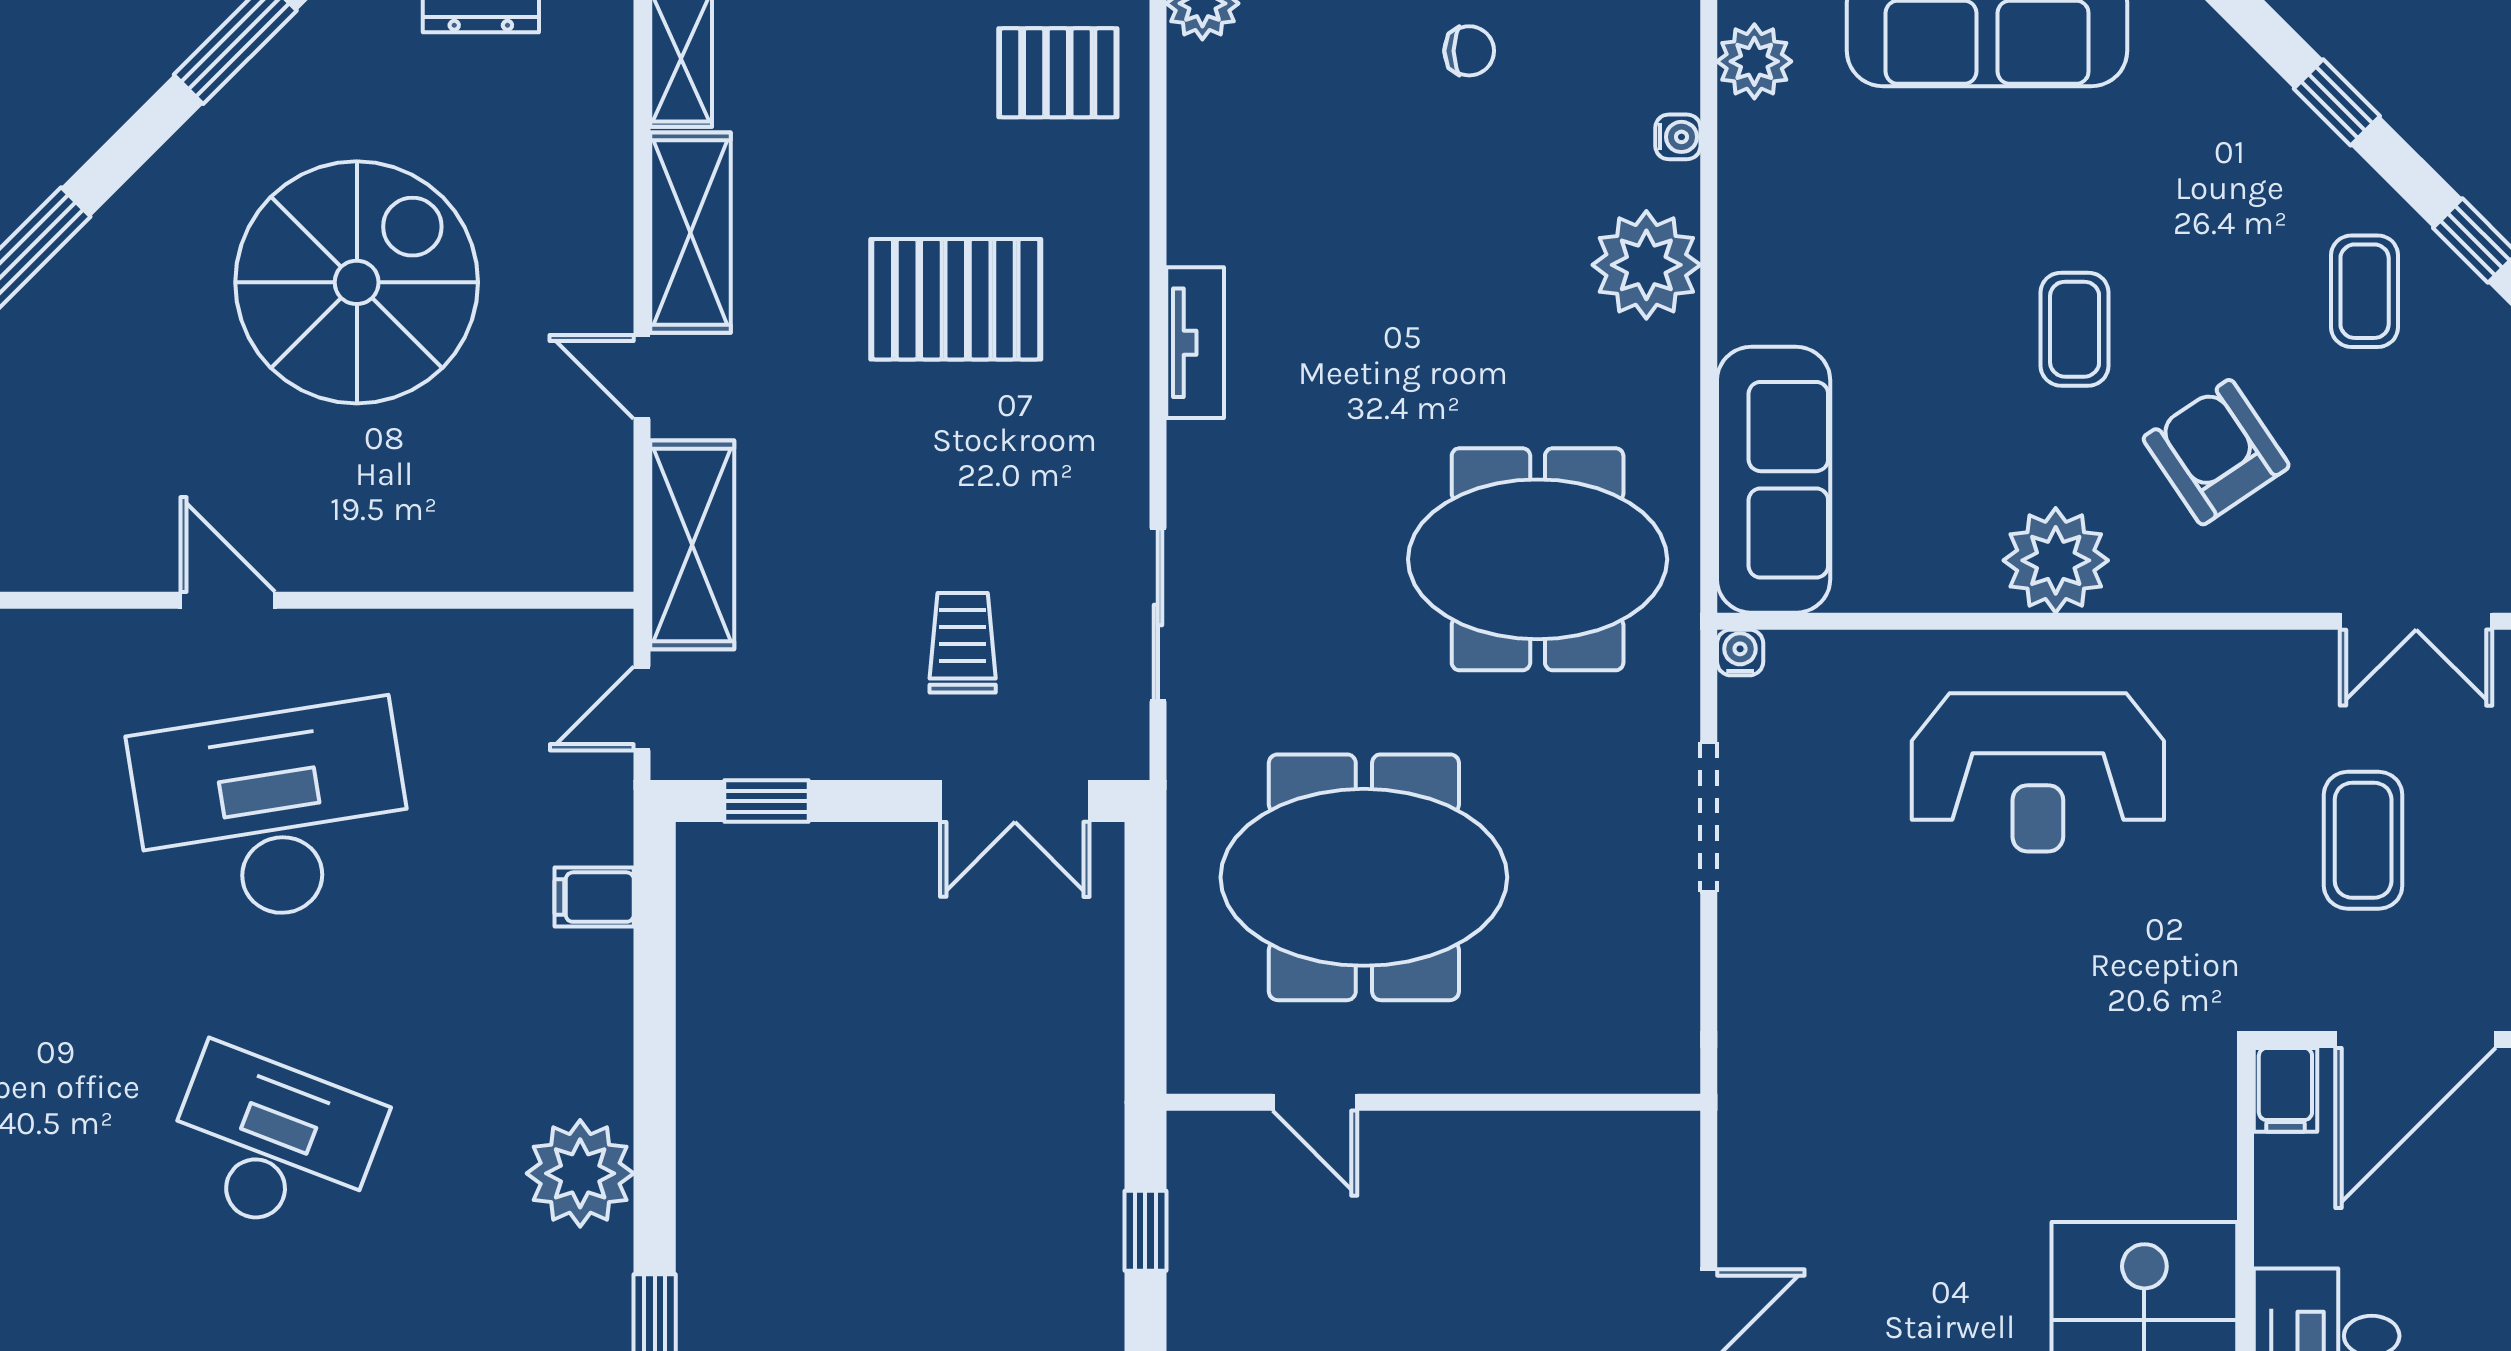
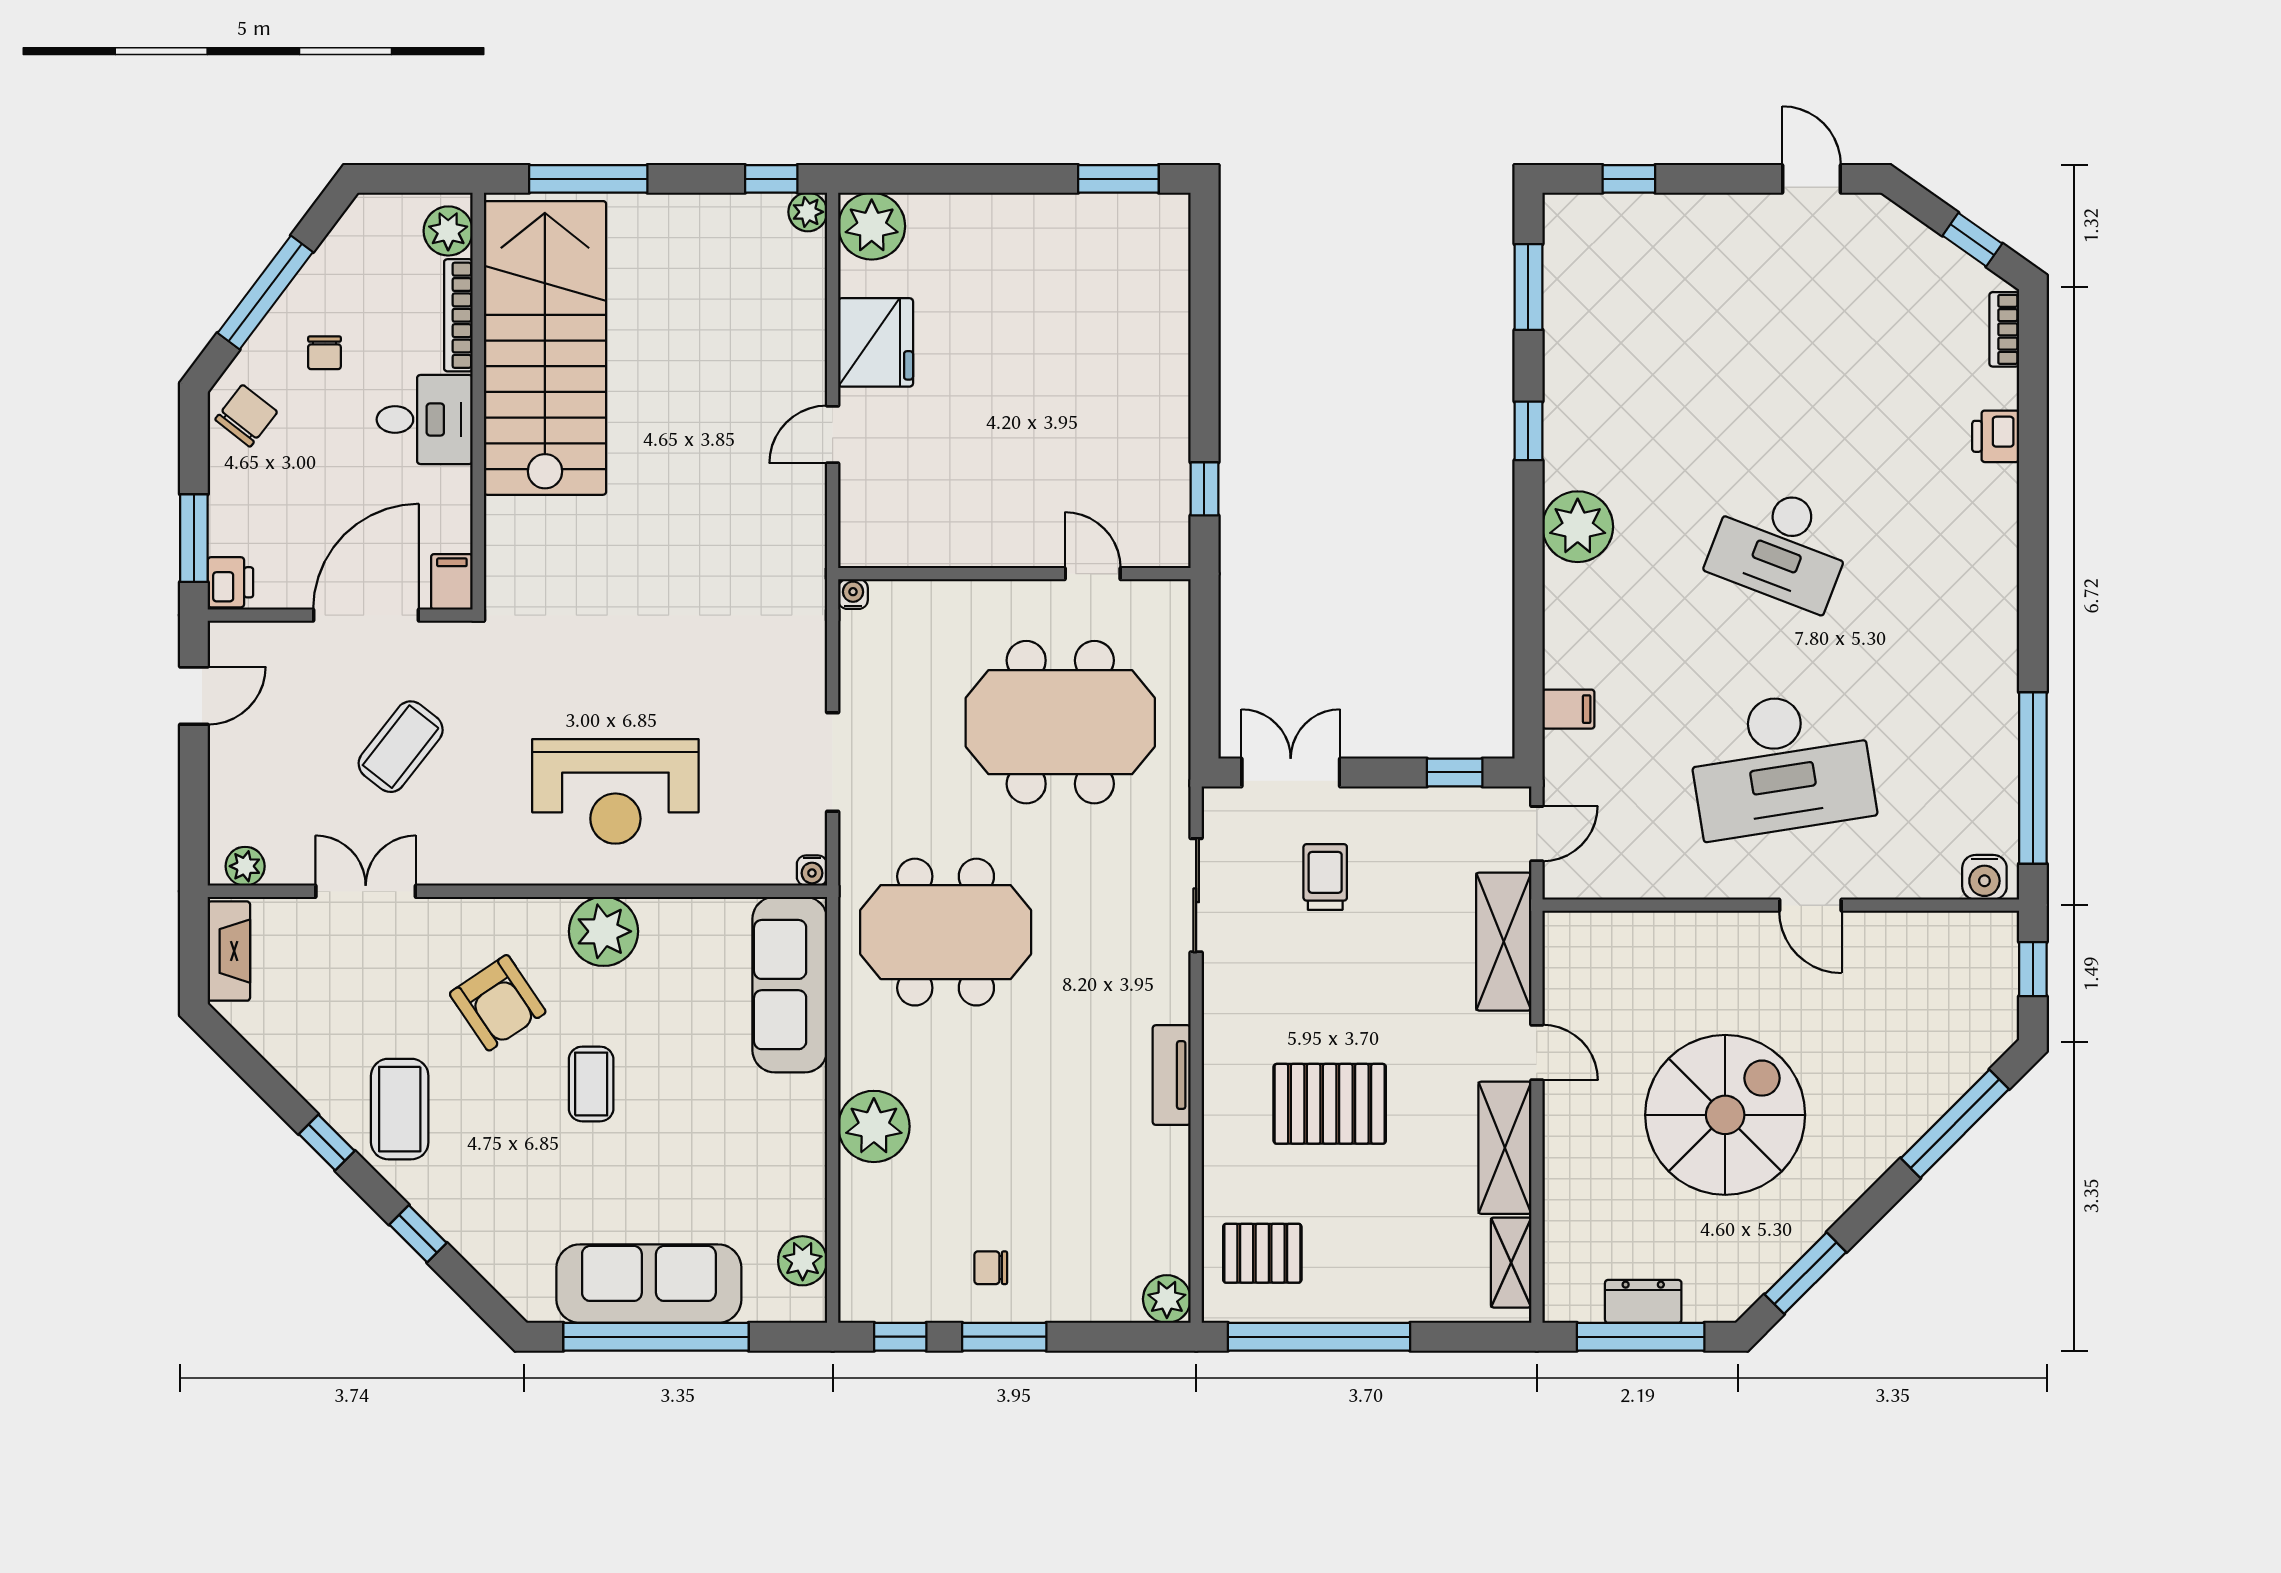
water cooler: (1678, 137) -> (853, 594), moved, turned 90
spiral stairs: (357, 282) -> (1725, 1115), turned 180
coffee table: (2365, 291) -> (400, 1109), width x1.36, depth x1.30
trolley: (963, 643) -> (1325, 877), turned 180
reception desk: (2038, 772) -> (615, 791), turned 180
coffee table: (2363, 840) -> (401, 747), turned 38

